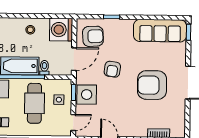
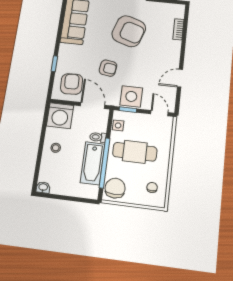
armchair: (152, 85) -> (129, 31), turned -72
side table: (59, 100) -> (118, 125), moved

